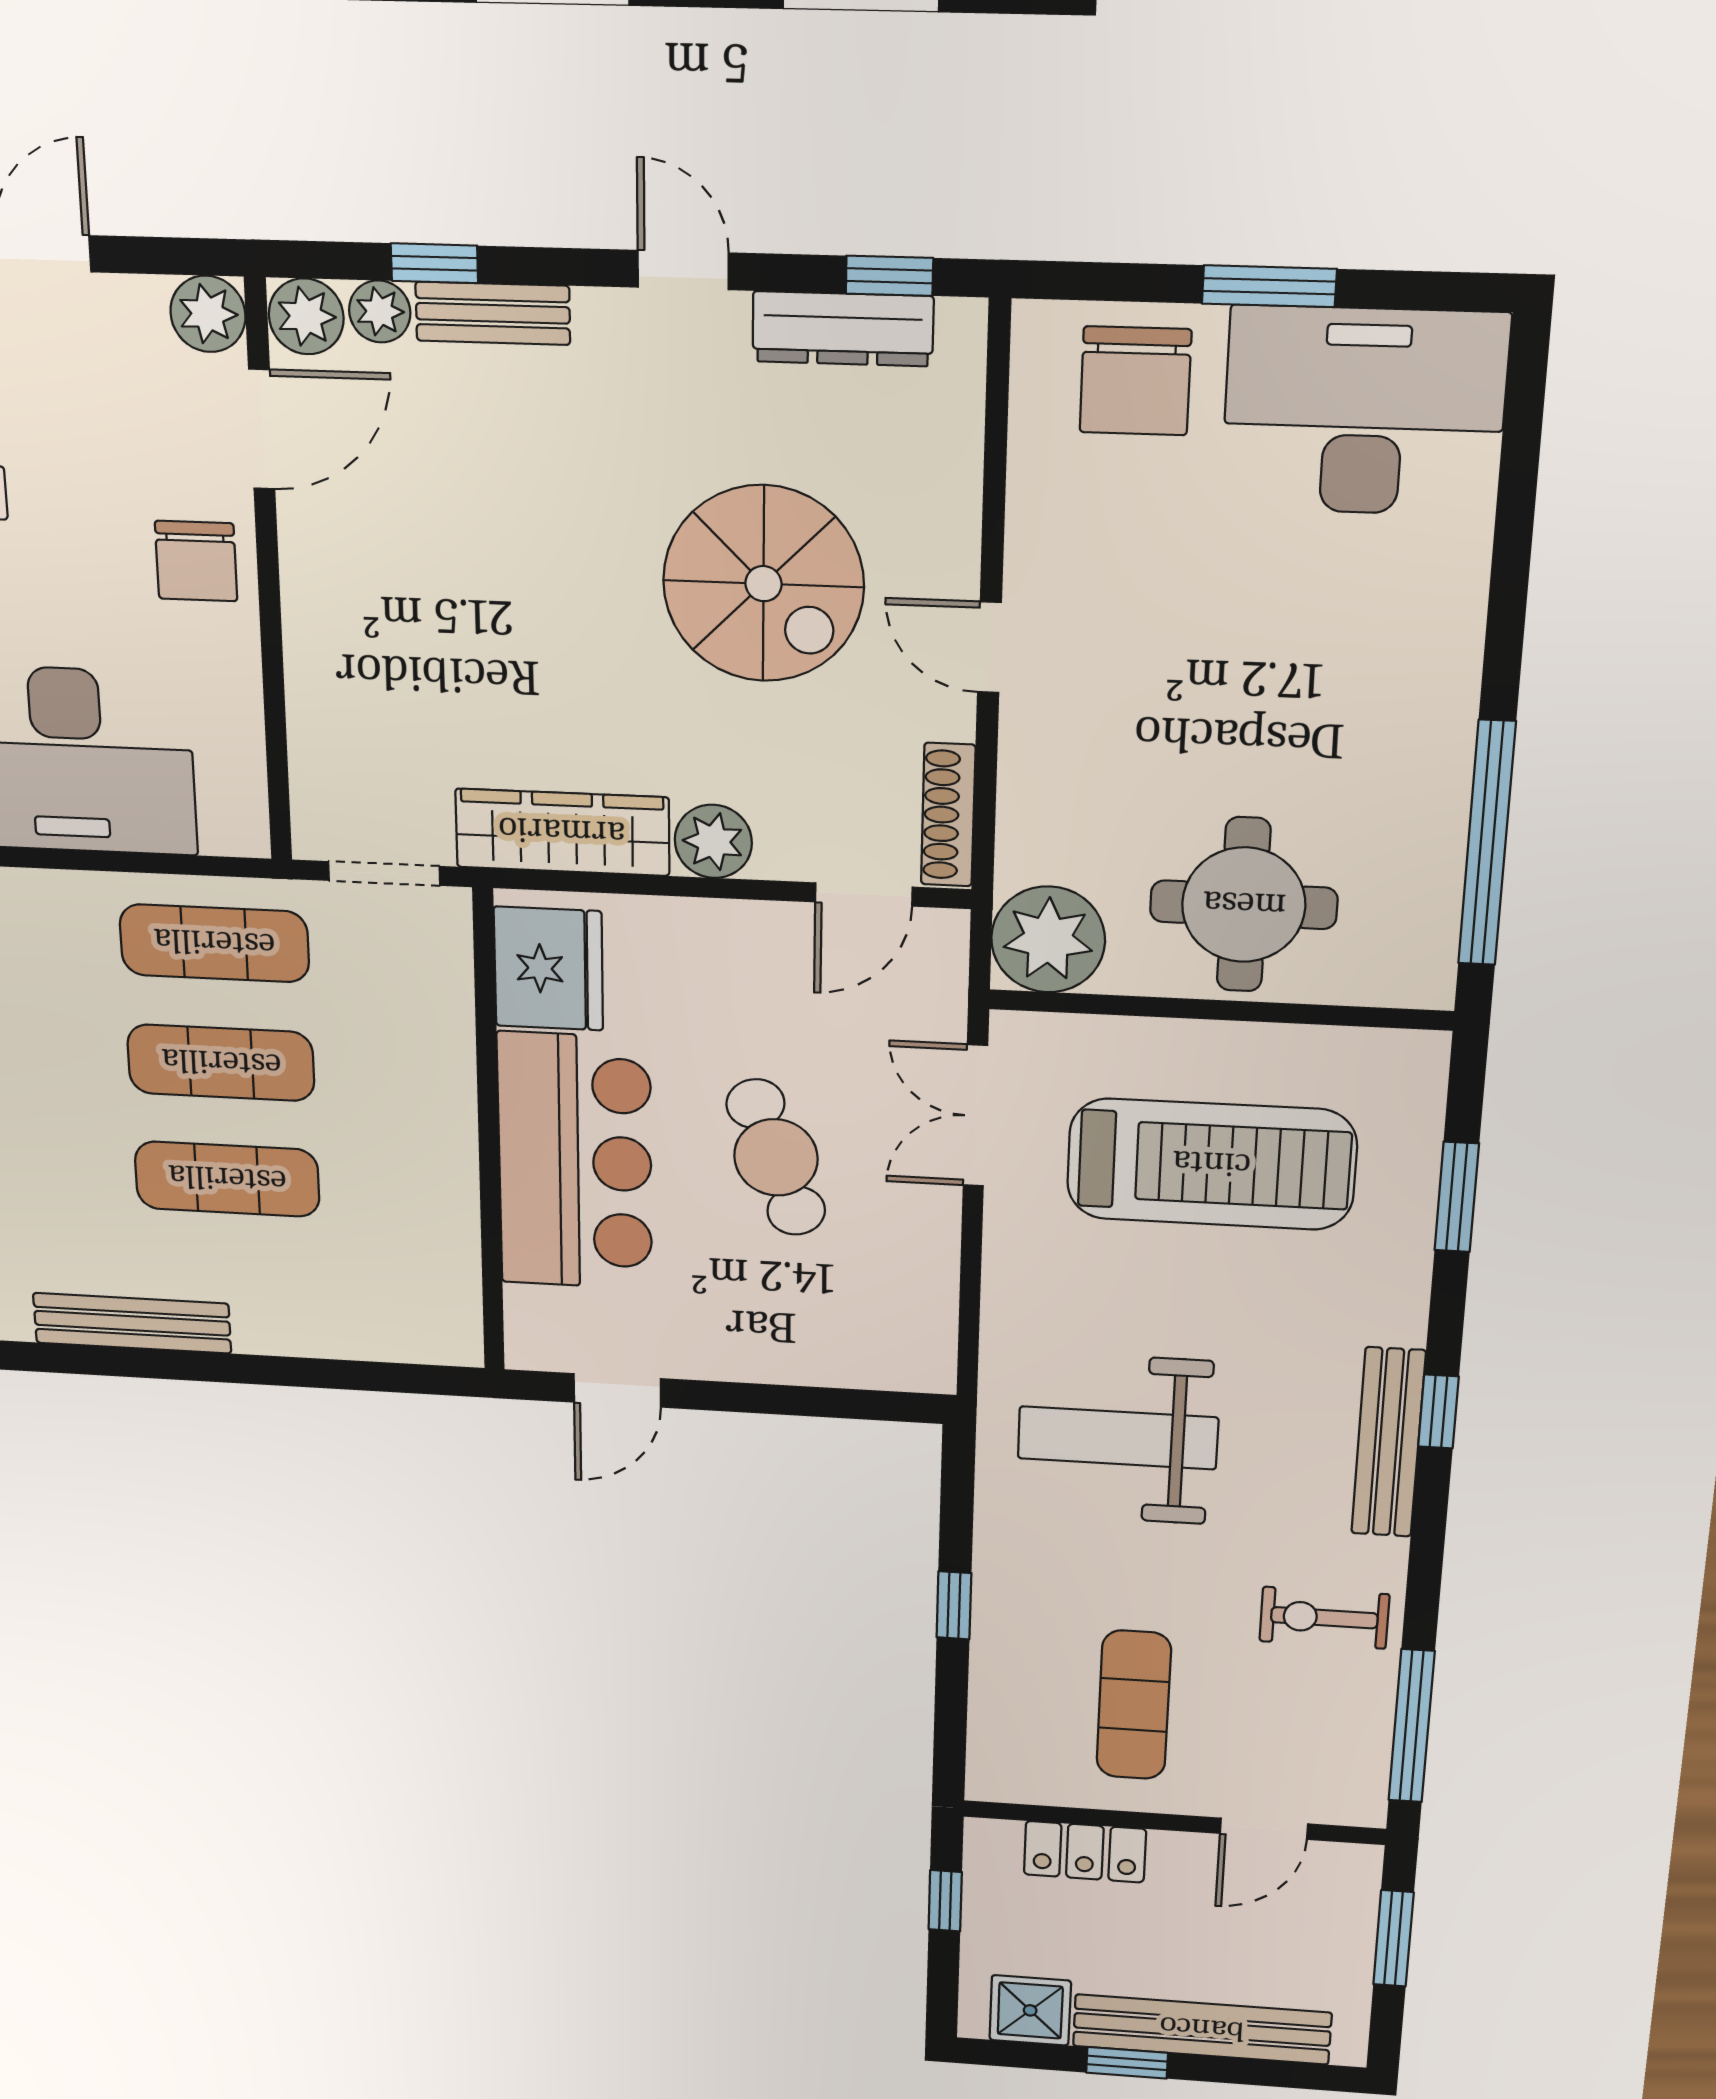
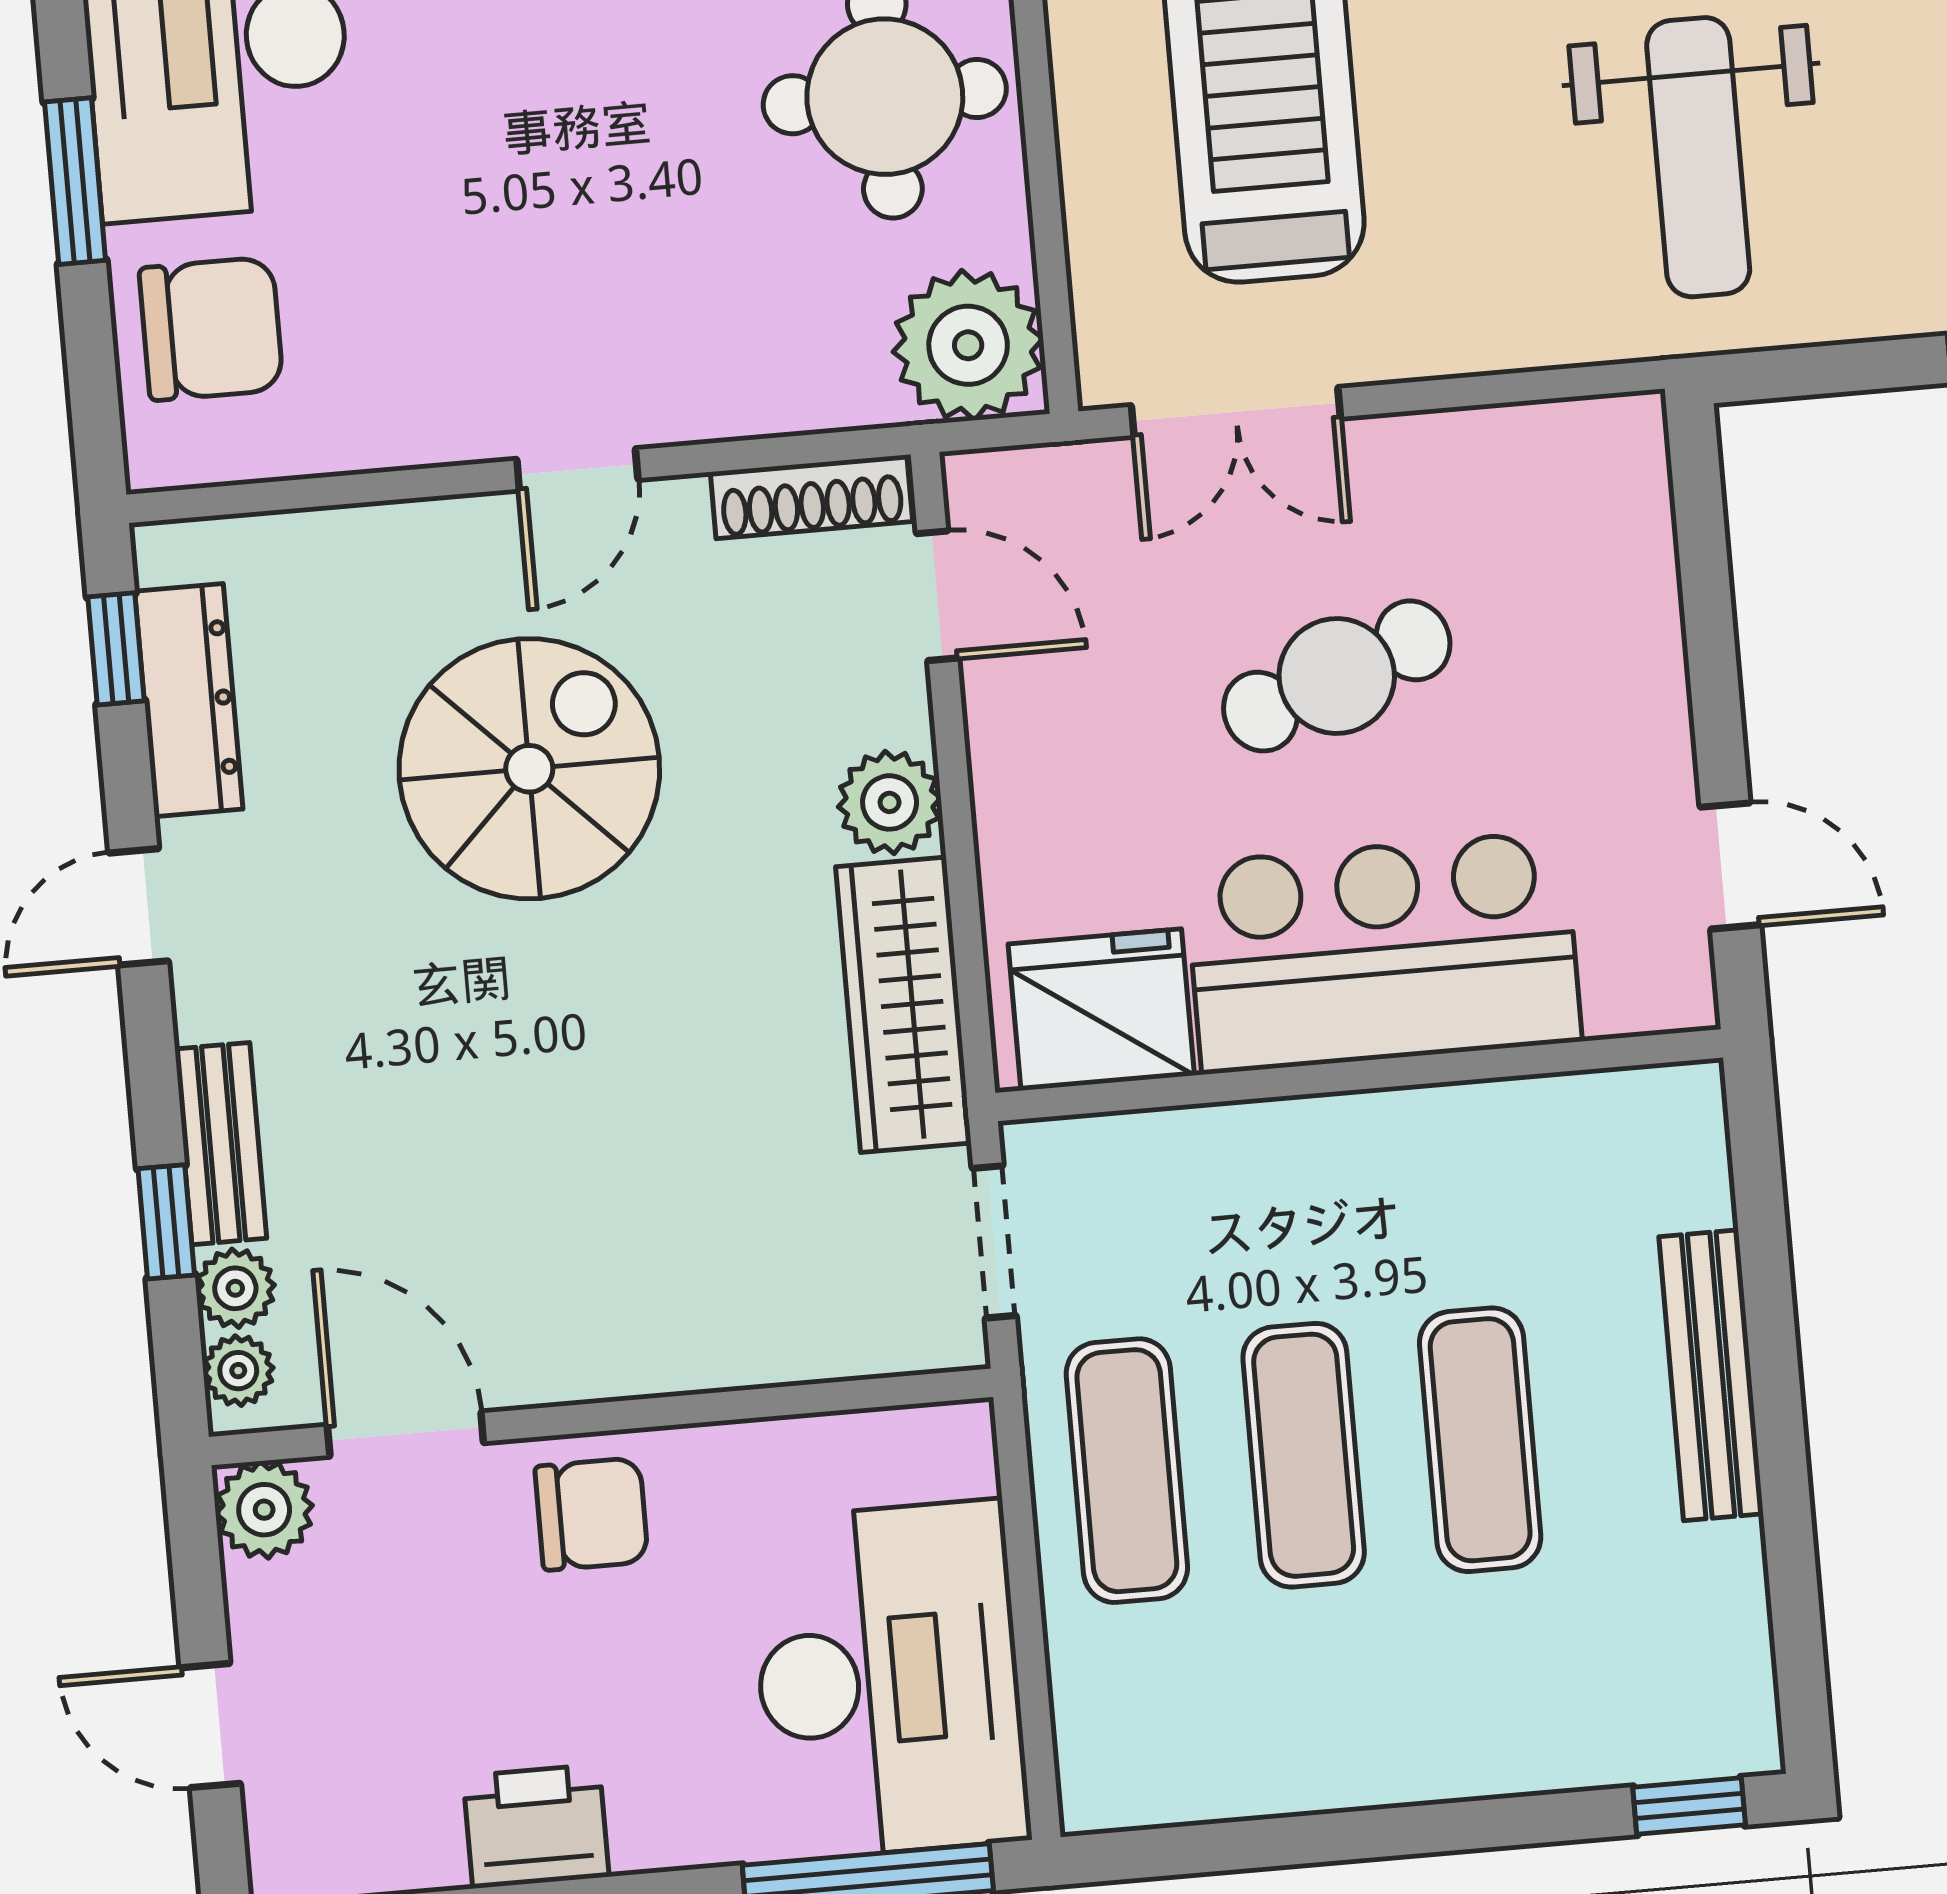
plant: (306, 316) -> (238, 1371), width x0.73, depth x0.73
bench: (132, 1323) -> (1711, 1375), moved

